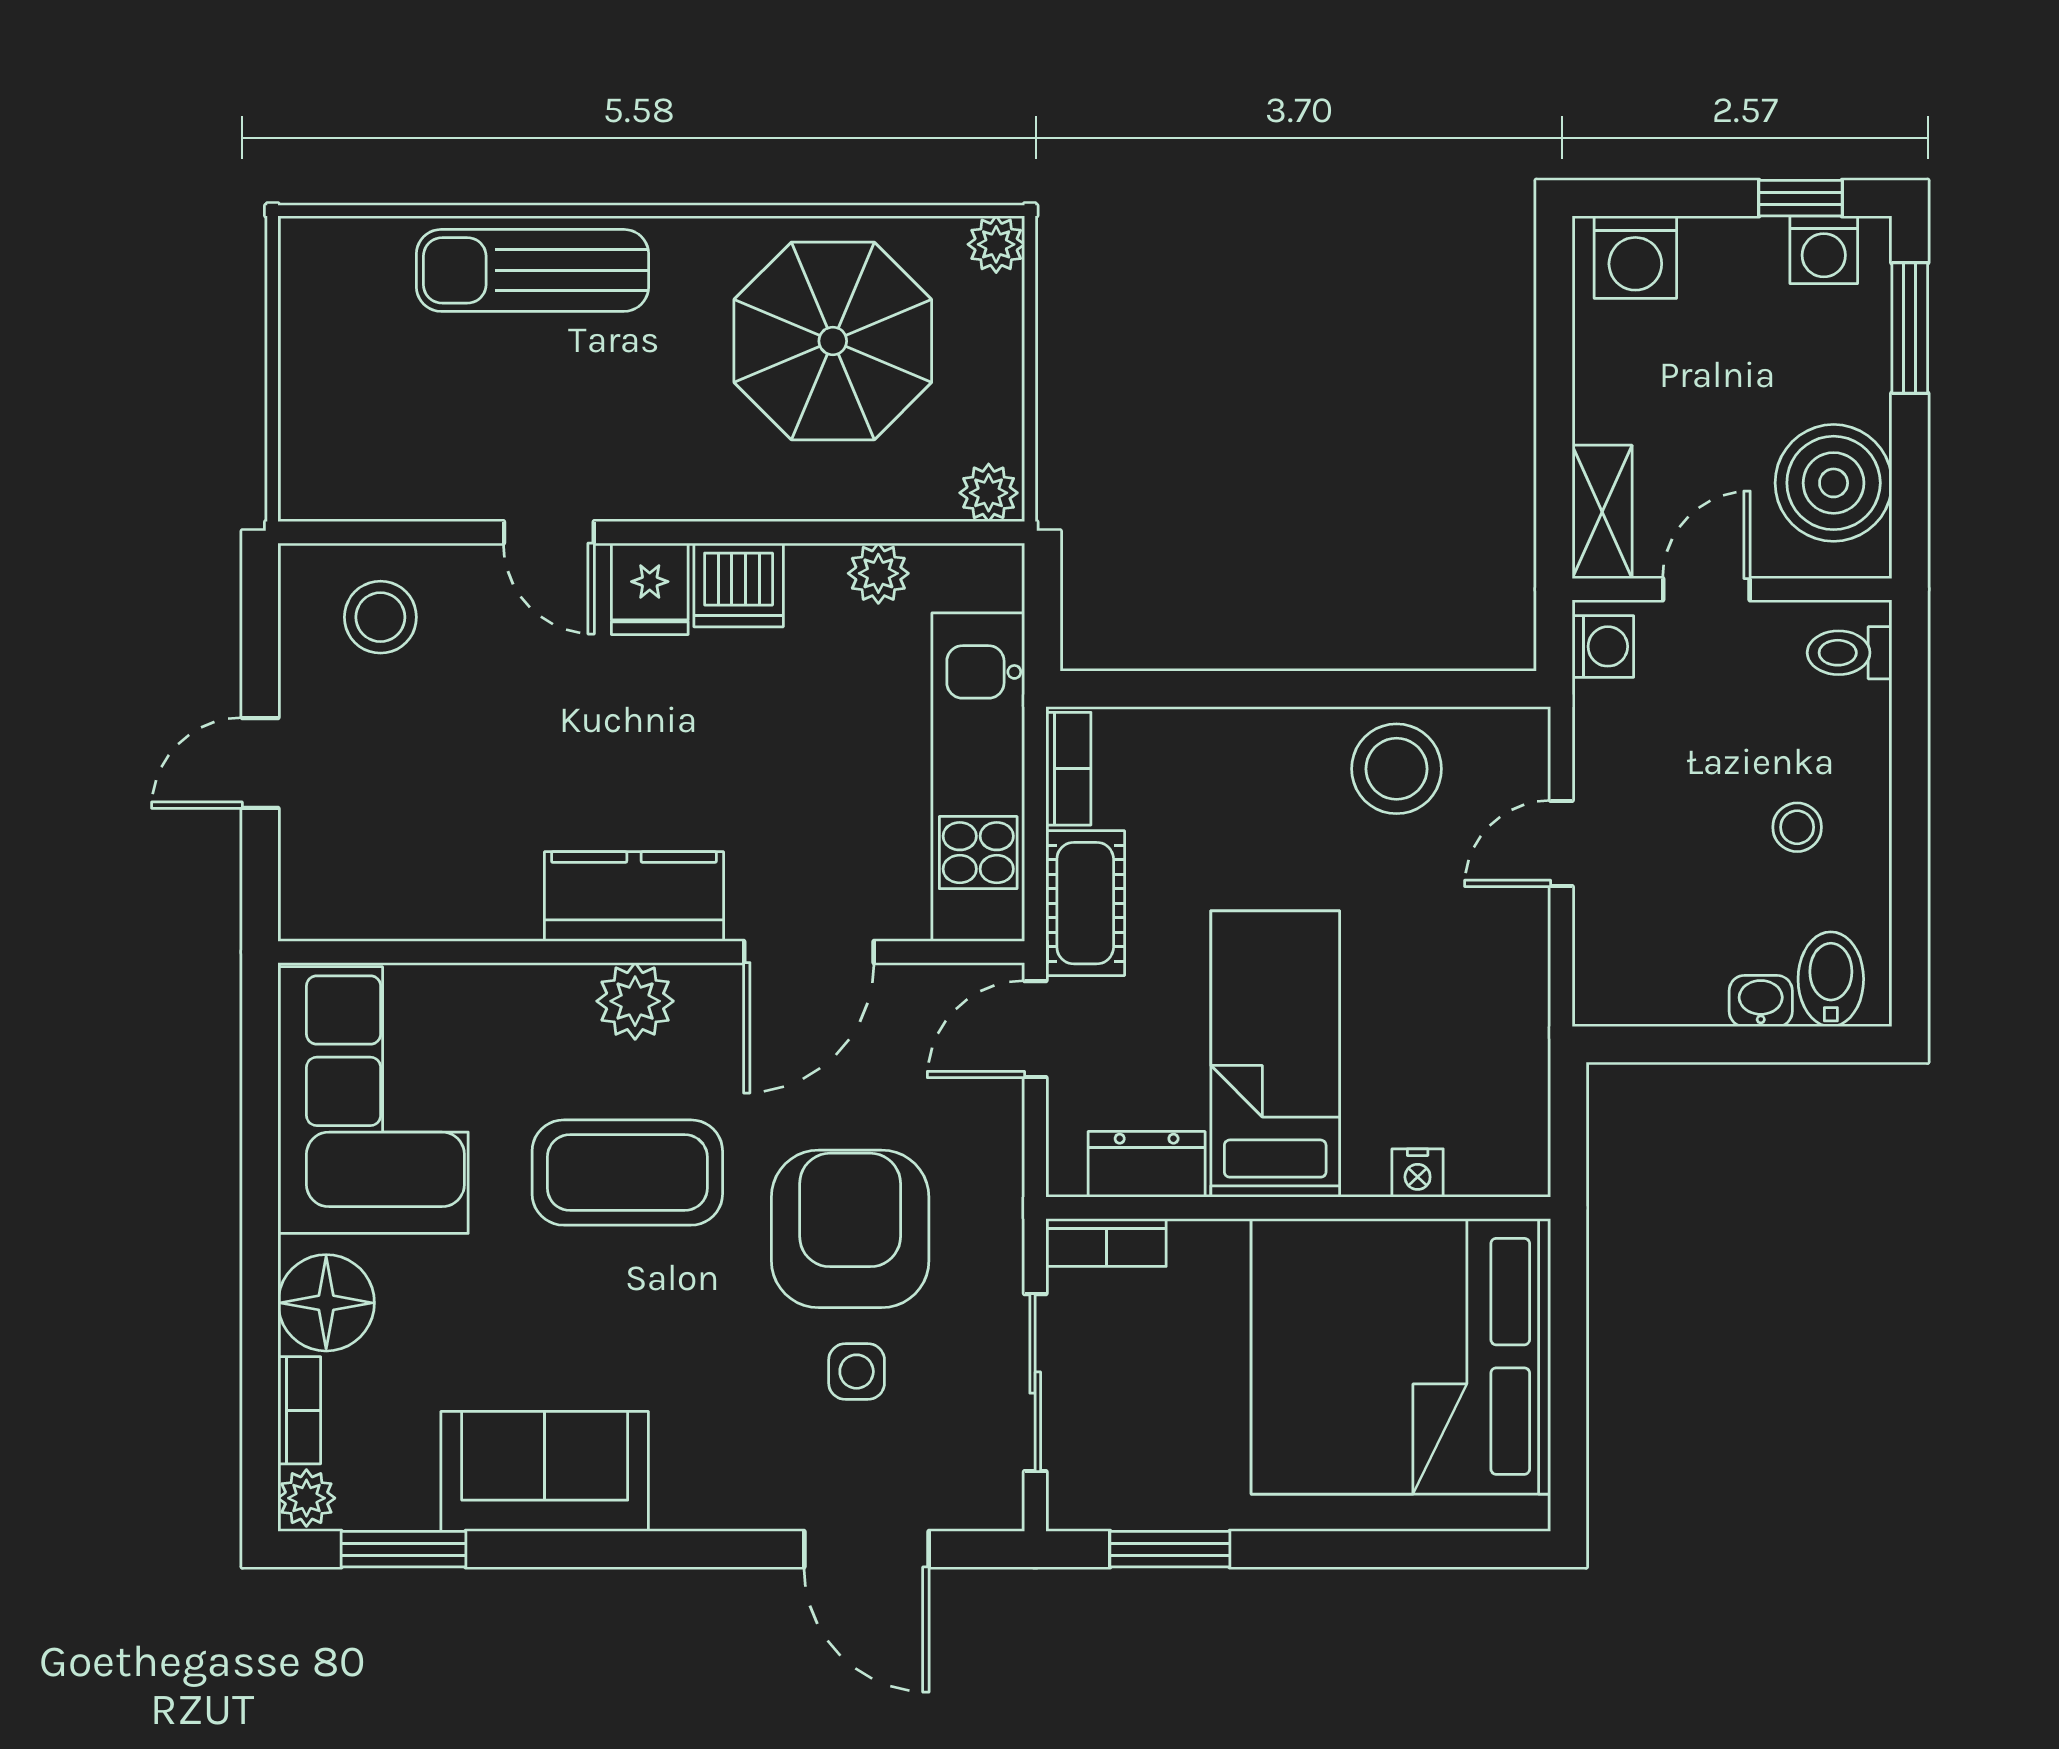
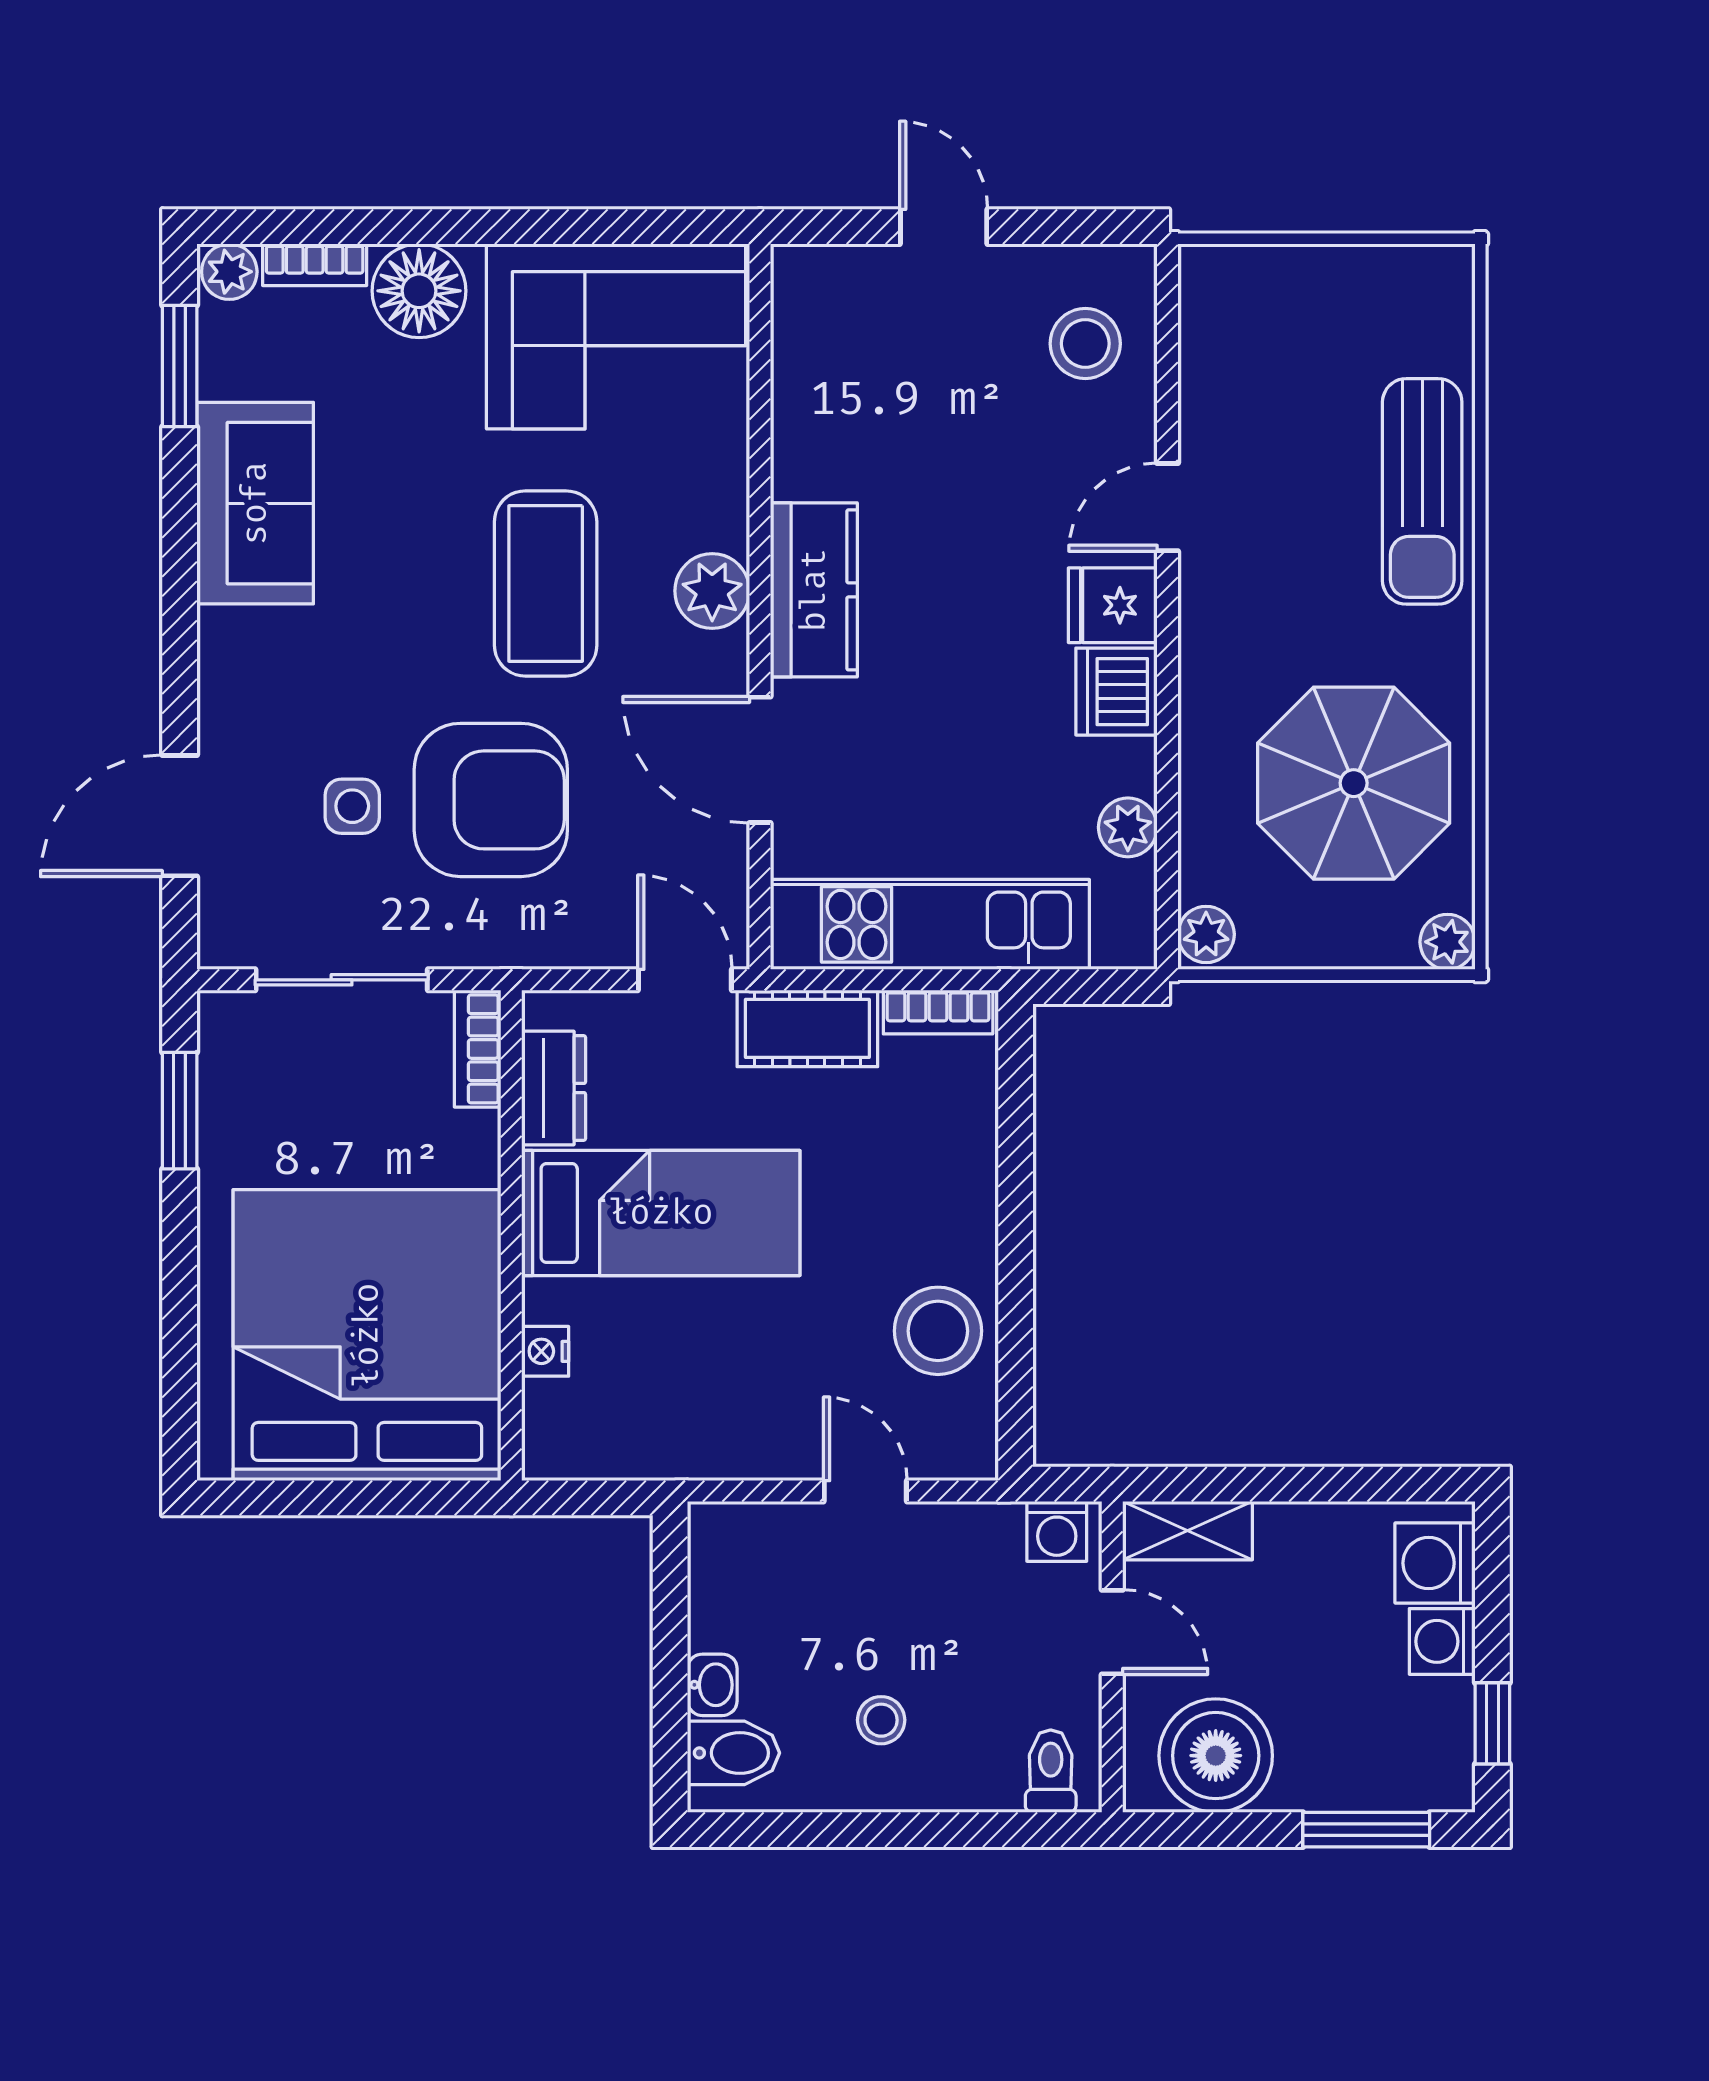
washing machine: (1824, 250) -> (1442, 1641), moved
sun lounger: (533, 270) -> (1422, 491), turned 180

